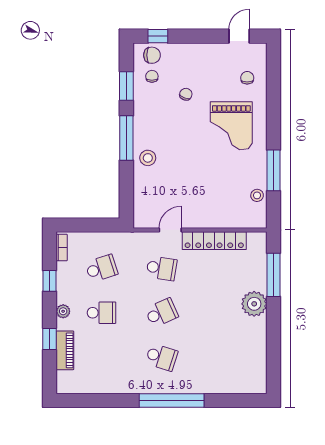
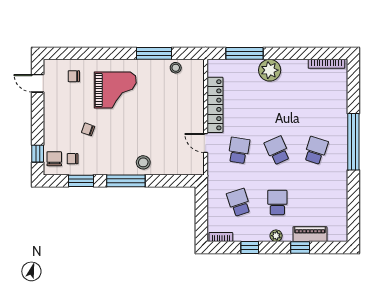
bookcase: (261, 369) -> (326, 64), added

